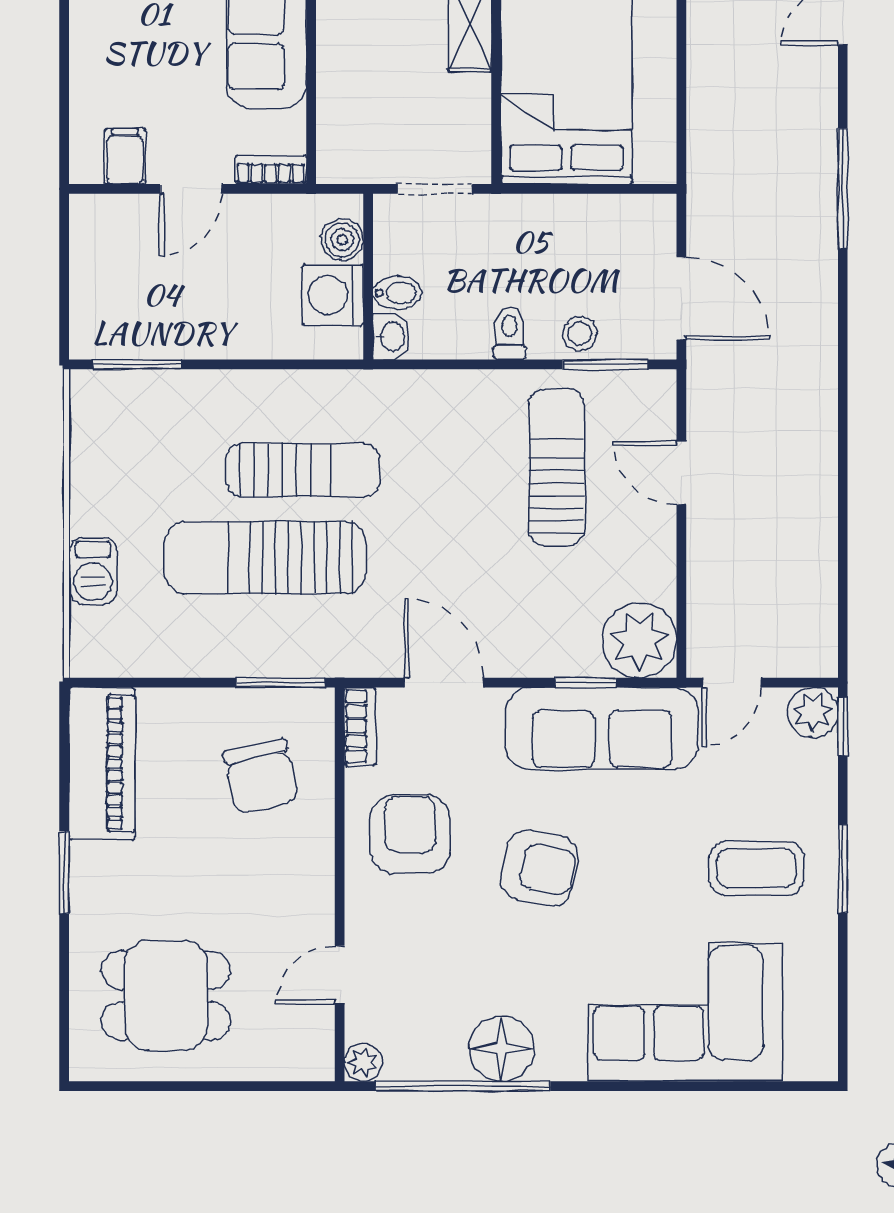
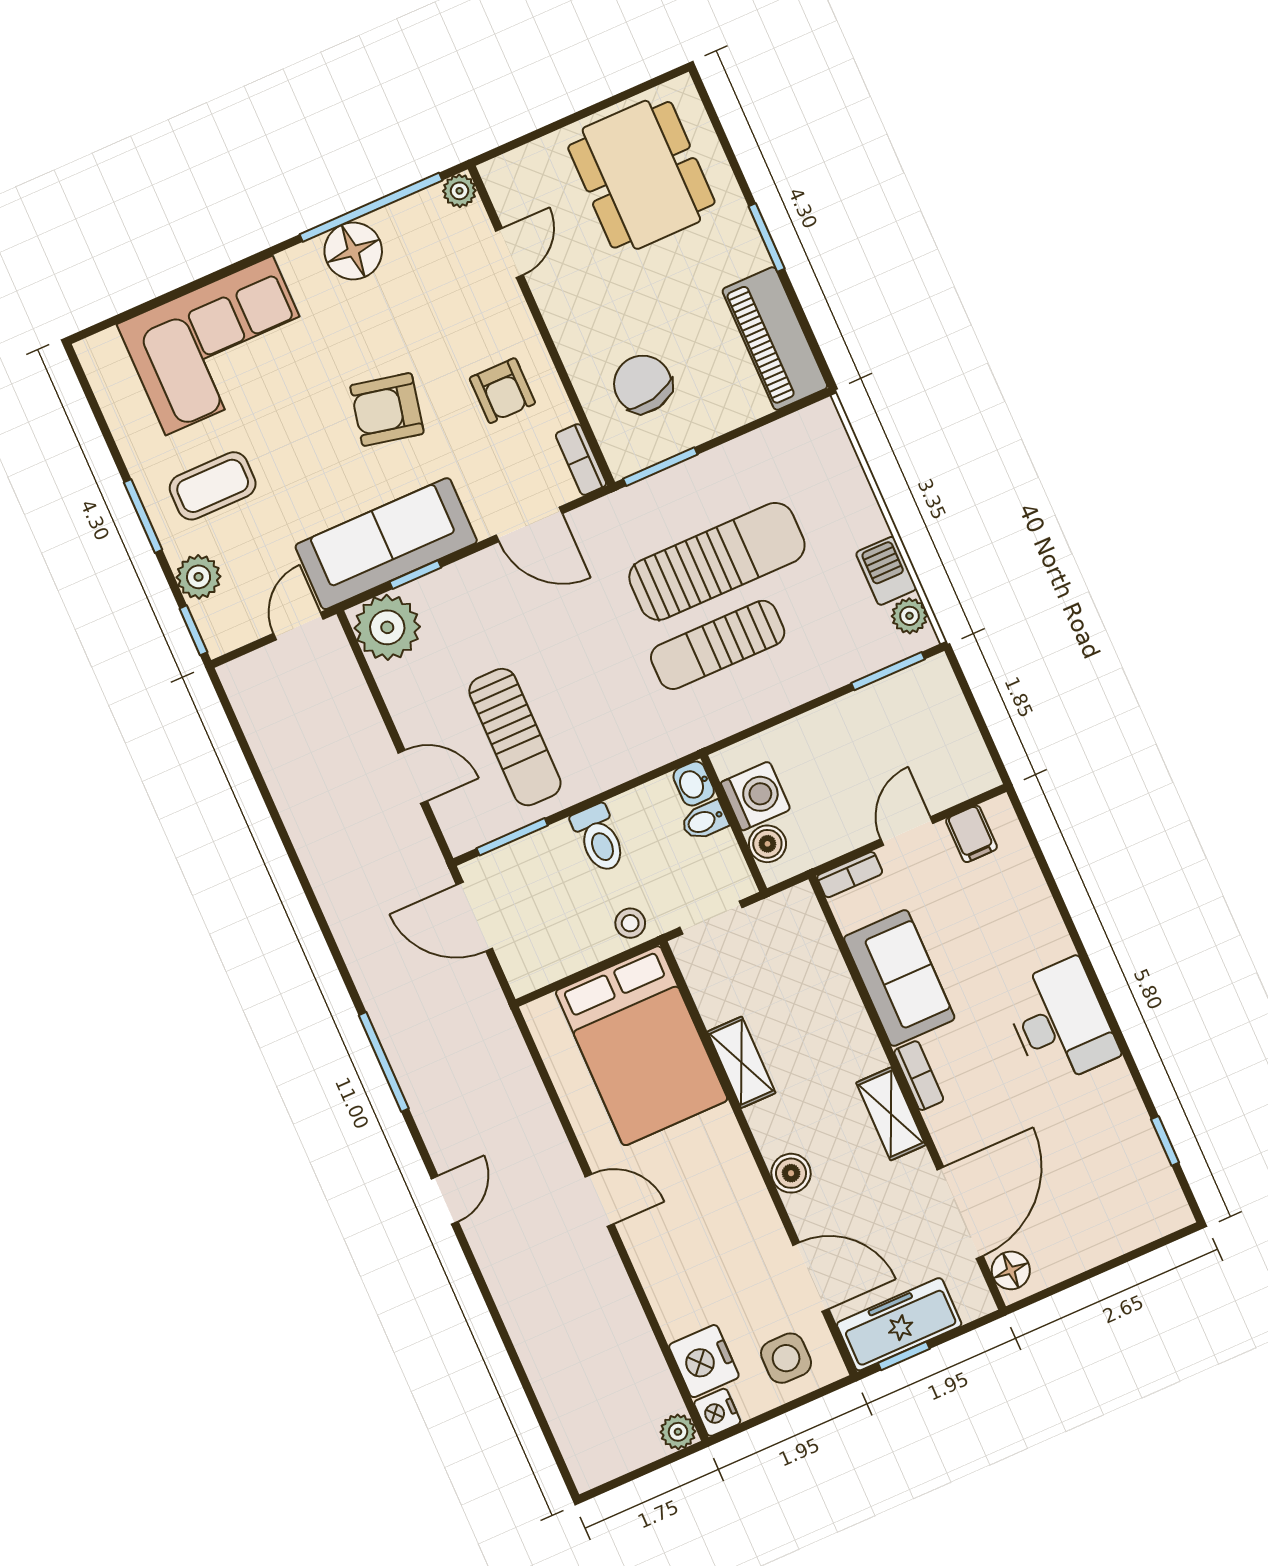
toilet: (510, 333) -> (599, 838), width x1.37, depth x1.39
stool: (580, 334) -> (630, 923), moved
plant: (89, 412) -> (909, 616), added
barbecue: (93, 571) -> (886, 571), moved
plant: (813, 712) -> (199, 577), moved
armchair: (410, 834) -> (502, 391), width x0.72, depth x0.72
dining table: (166, 996) -> (641, 175), width x1.38

